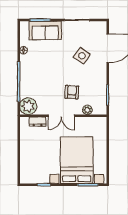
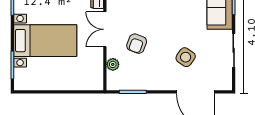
armchair: (72, 92) -> (137, 44), turned 106
bed with nightstands: (77, 160) -> (45, 41), width x0.73

